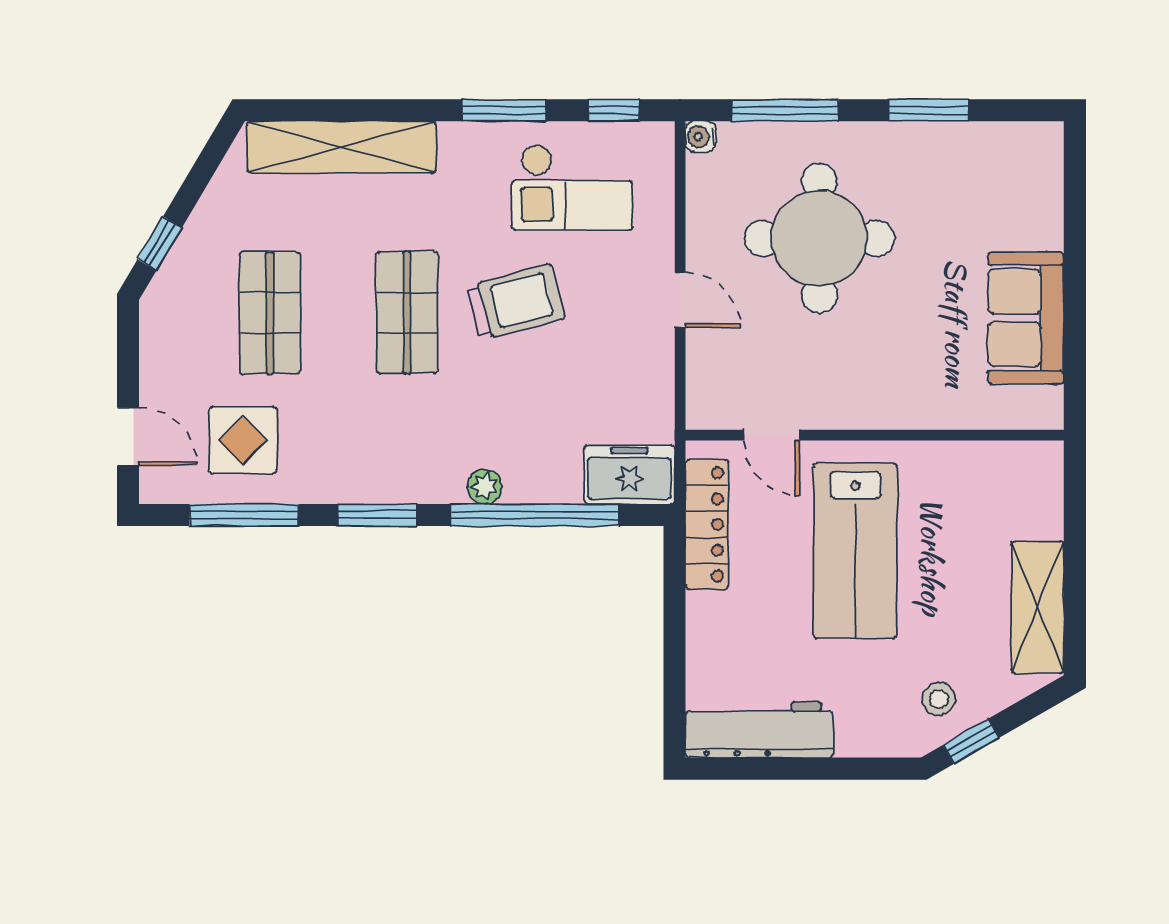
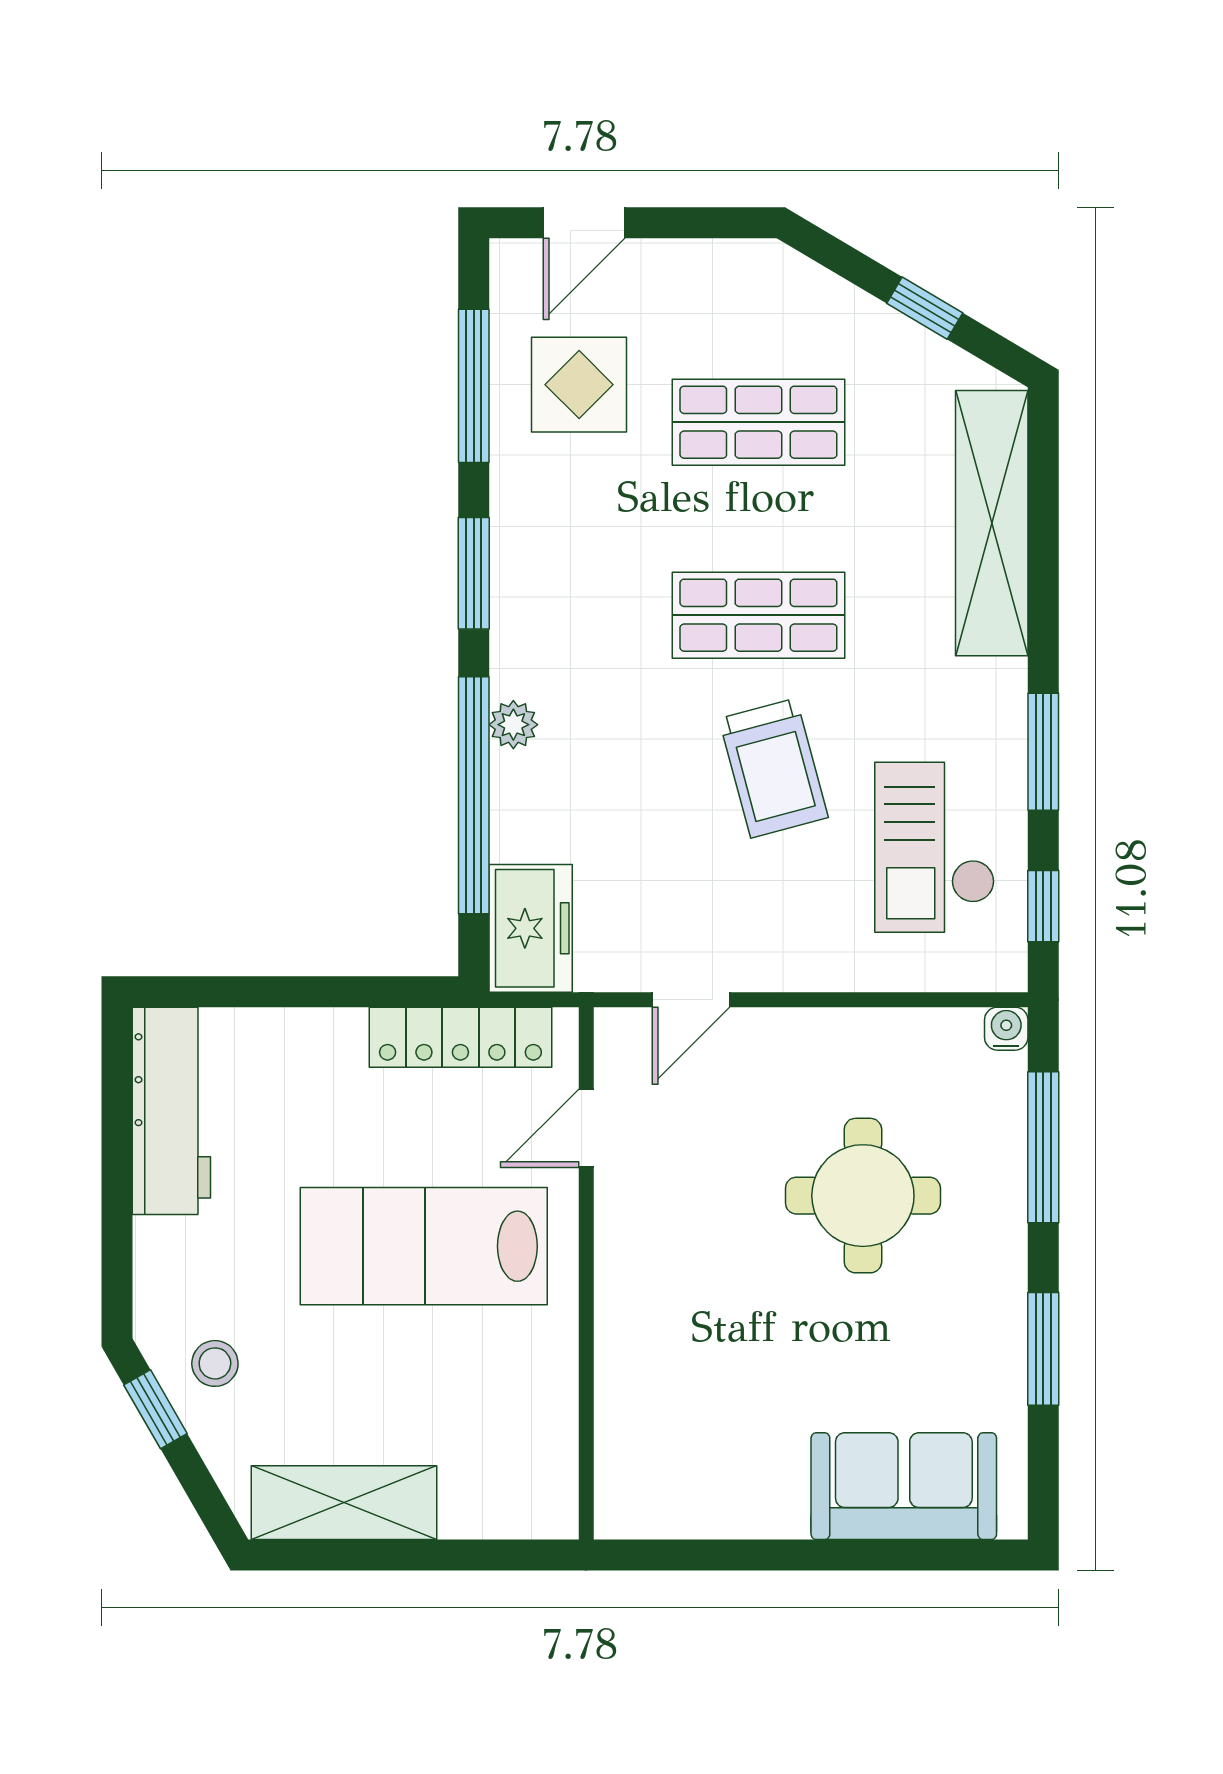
round table: (819, 238) -> (863, 1196), width x0.73, depth x0.73
window: (160, 244) -> (925, 308), moved
door: (680, 300) -> (691, 1000), moved
sofa: (1026, 318) -> (904, 1486), moved

